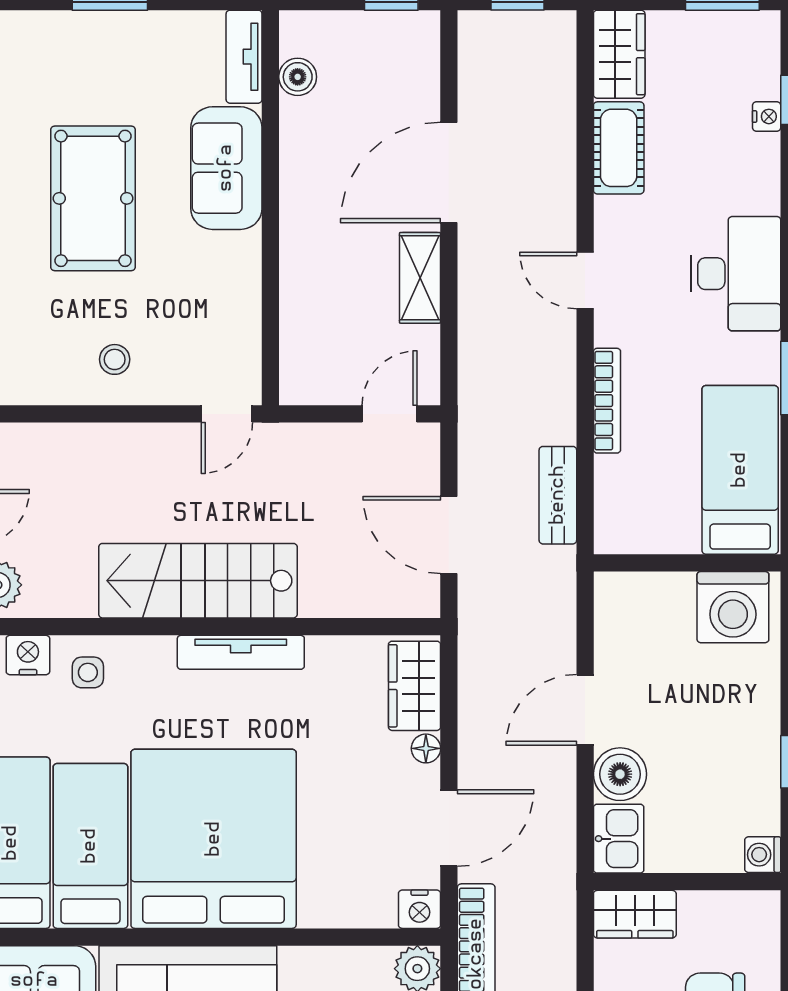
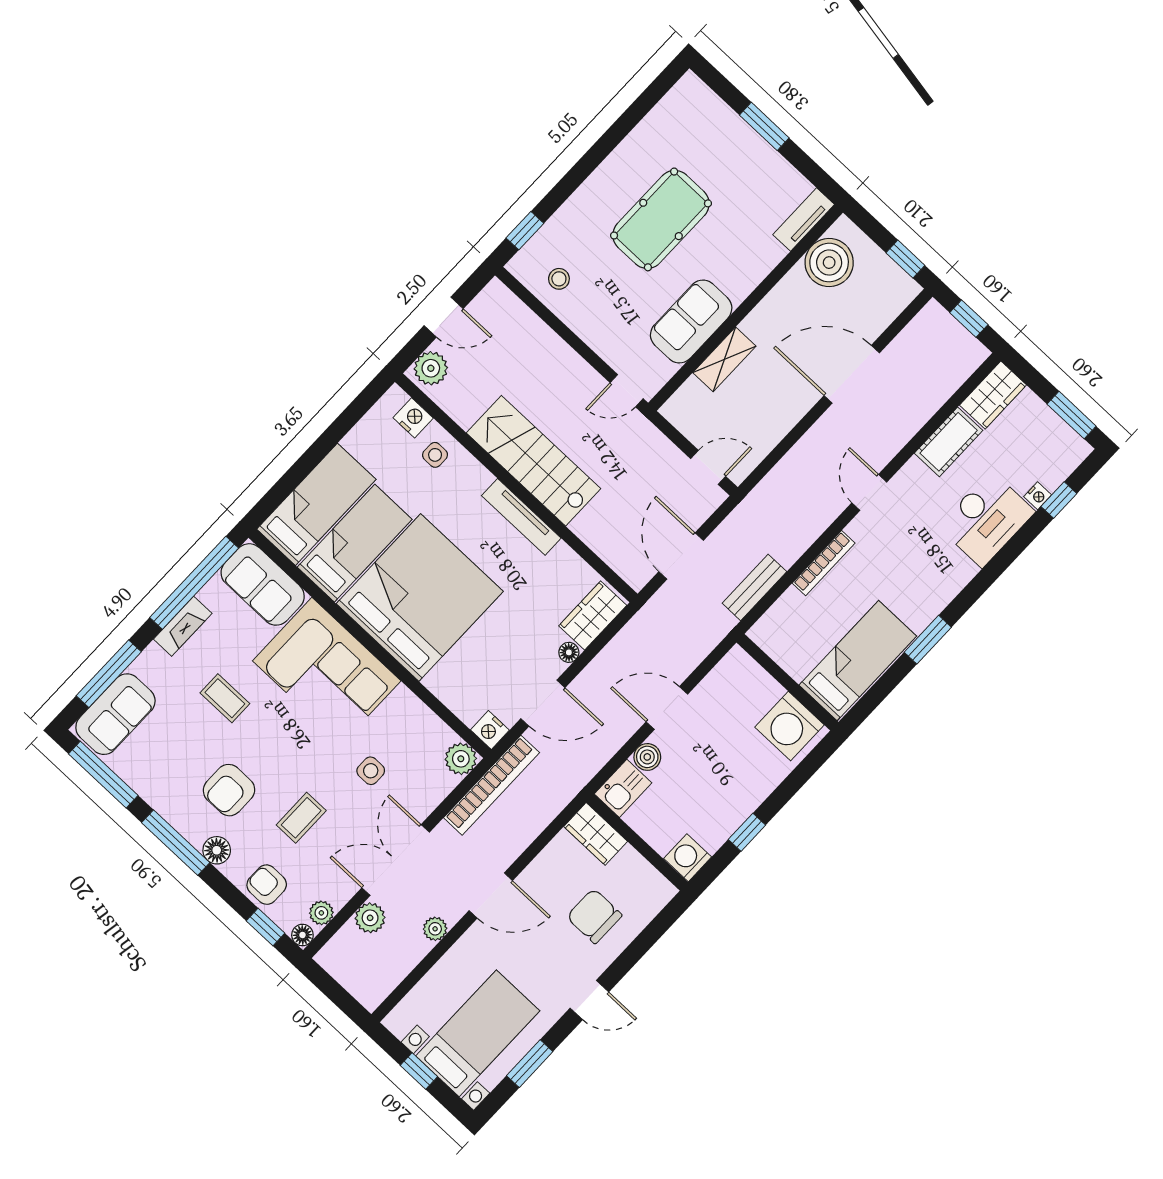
boiler: (298, 77) -> (829, 263), width x1.86, depth x1.86
sofa: (226, 168) -> (691, 321), moved
desk: (736, 274) -> (986, 519), moved
shelving: (420, 278) -> (724, 359), moved
stool: (115, 359) -> (559, 279), moved
boiler: (620, 774) -> (647, 757), width x0.73, depth x0.73
washing machine: (763, 855) -> (688, 858), width x1.38, depth x1.38

